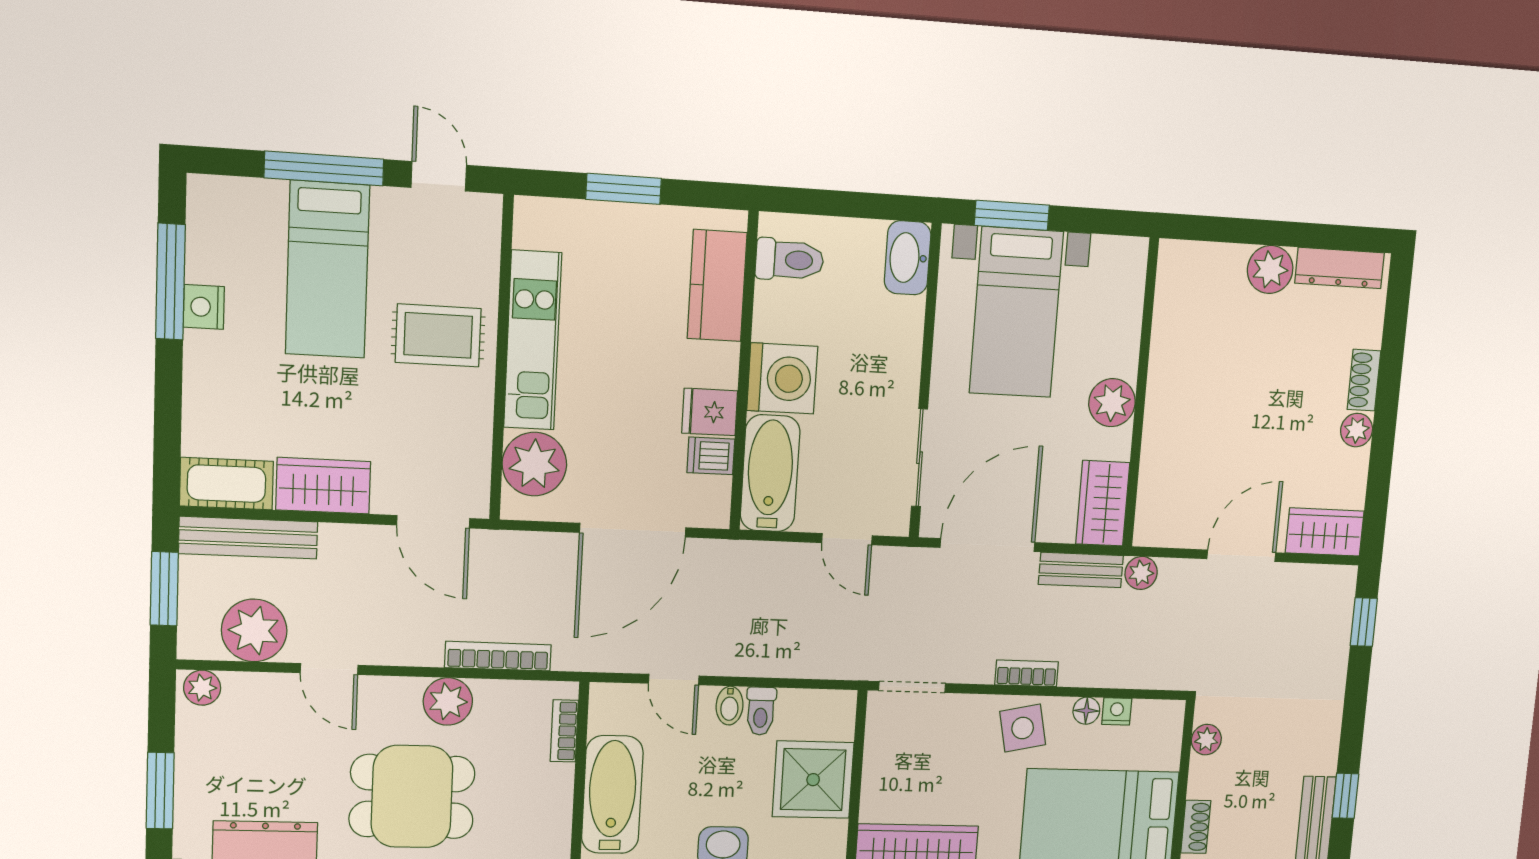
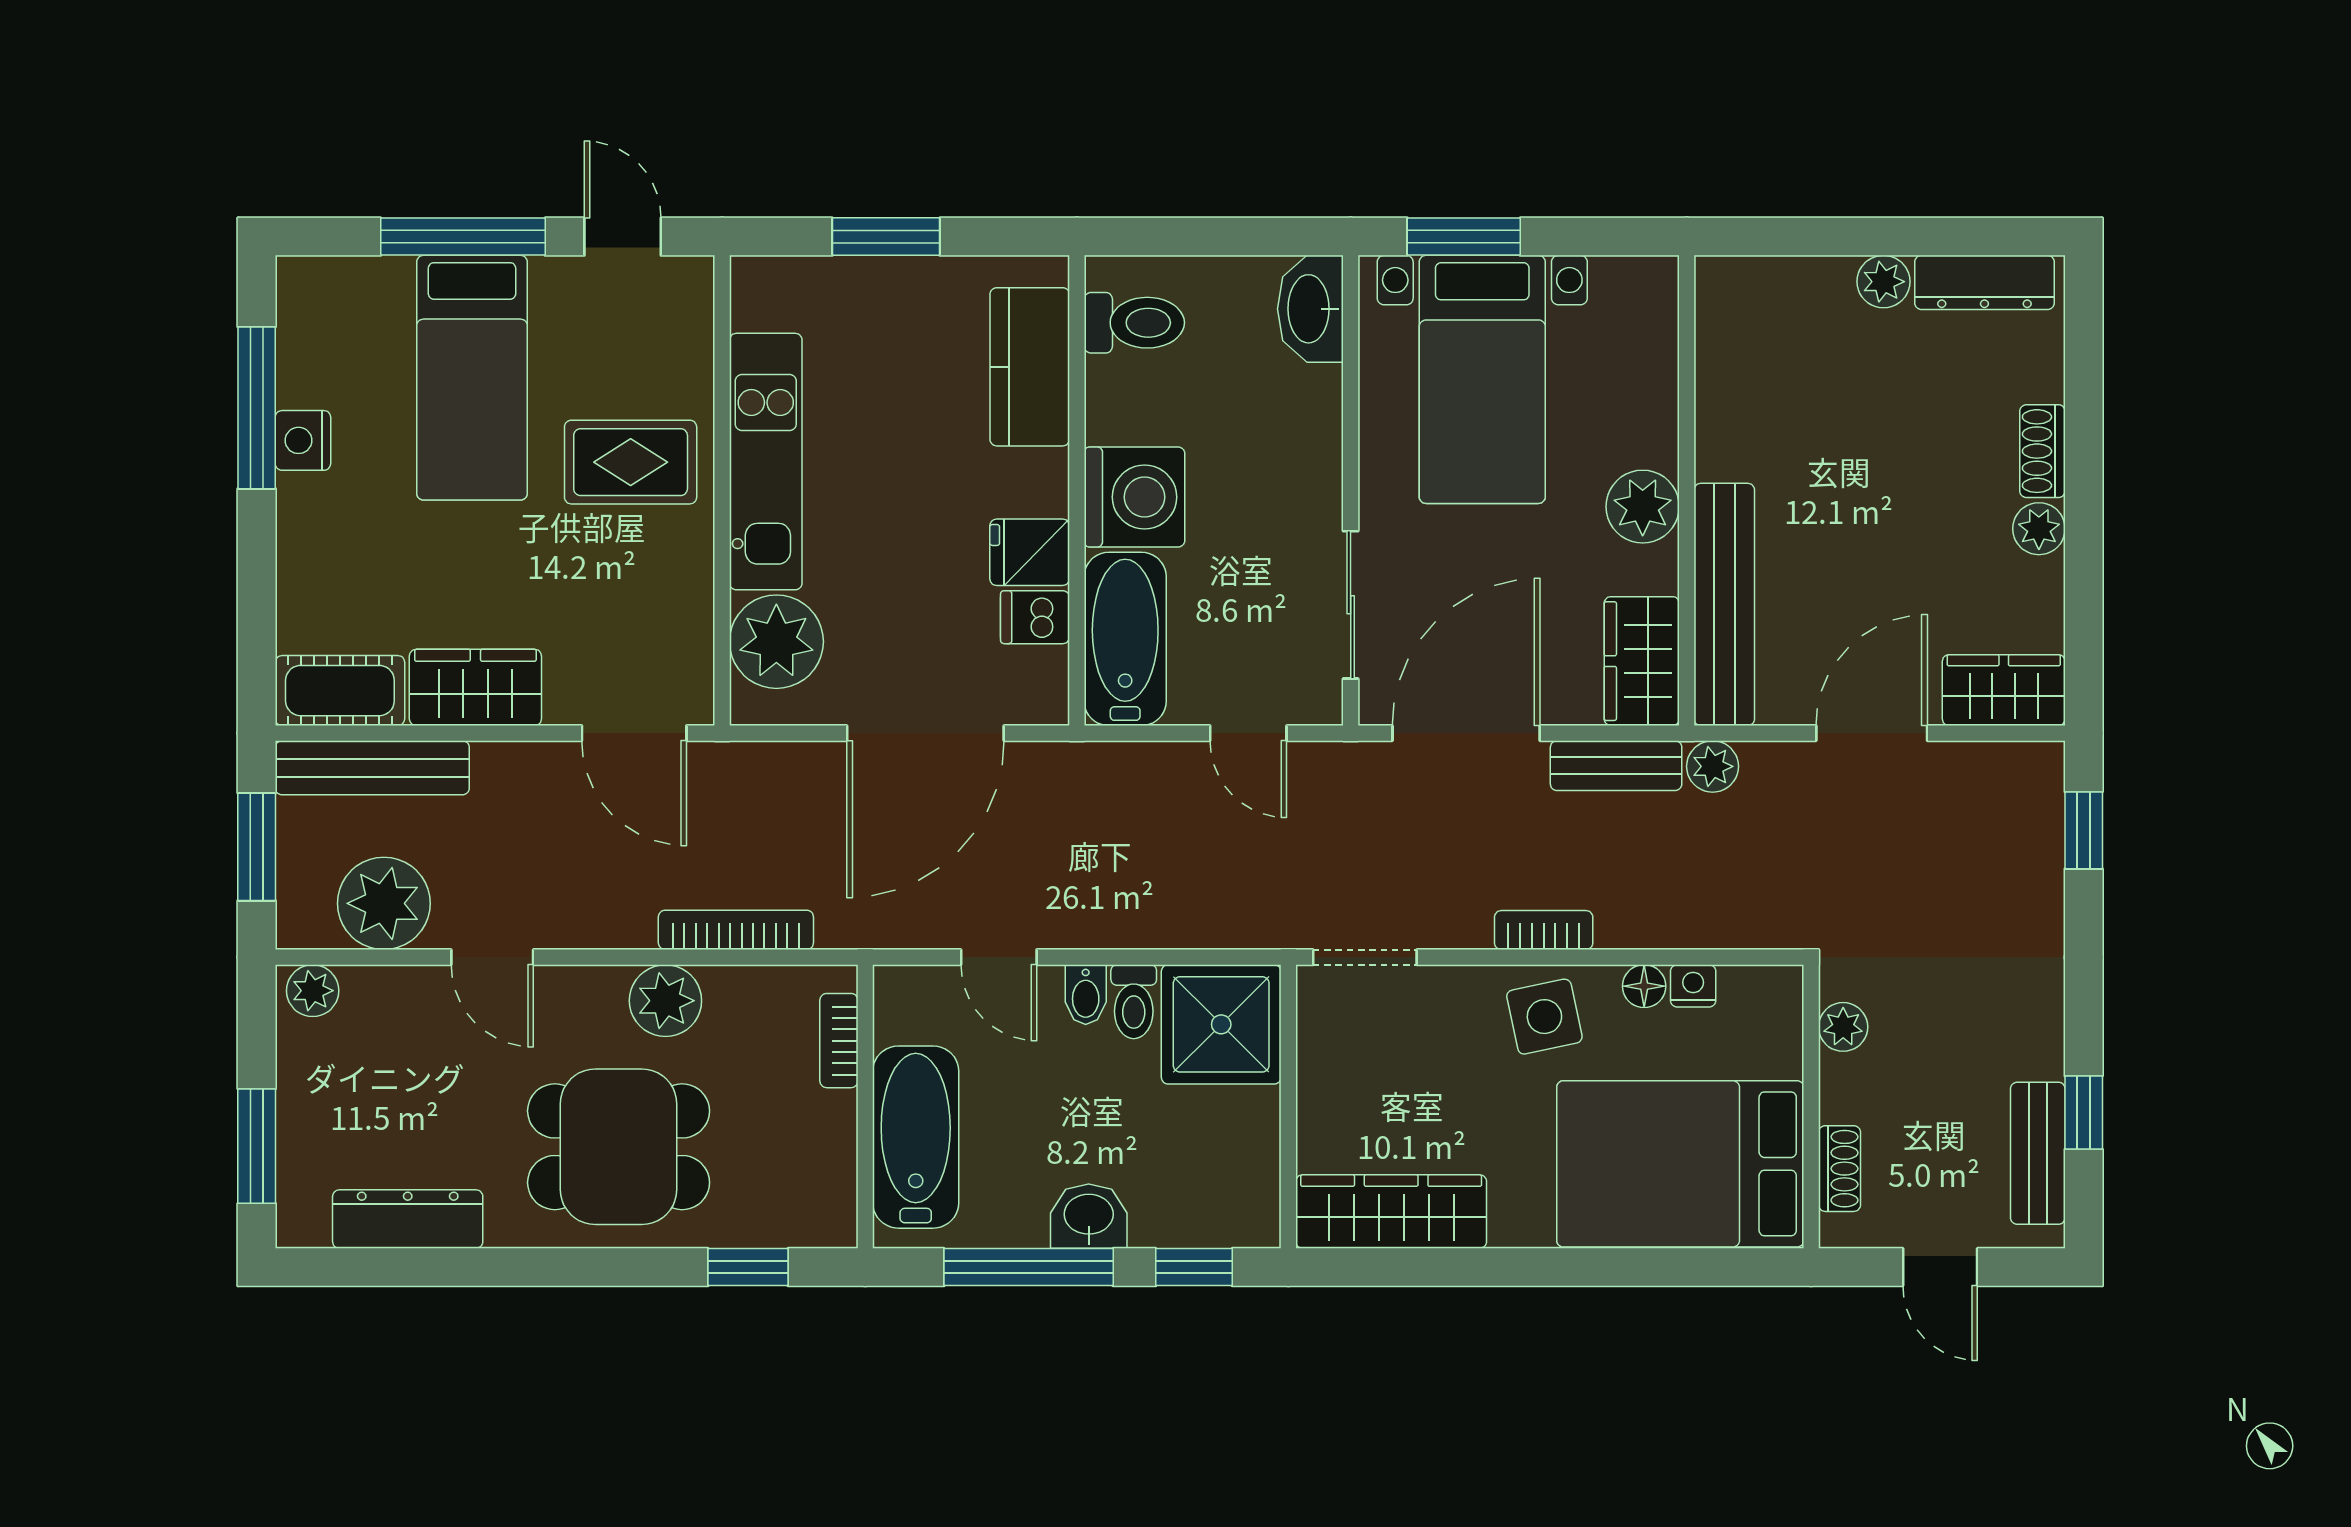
plant: (1270, 269) -> (1883, 282), width x0.73, depth x0.73
bench: (1158, 469) -> (1724, 604), added
shower: (813, 780) -> (1221, 1024), moved

